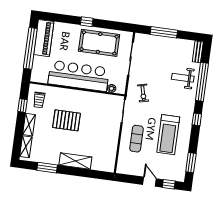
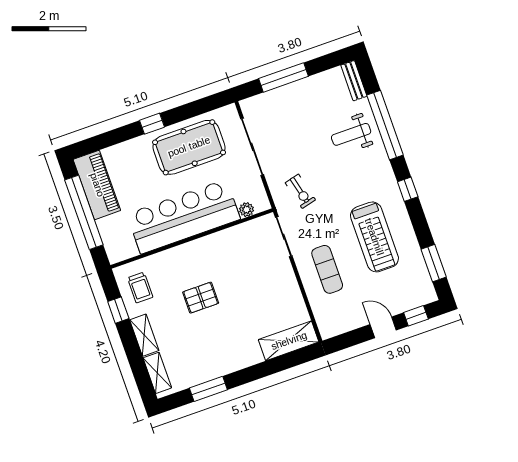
pallet: (66, 120) -> (201, 298), width x0.67, depth x0.71
shelving: (75, 161) -> (289, 341), moved

